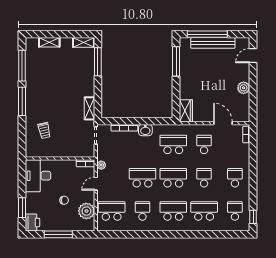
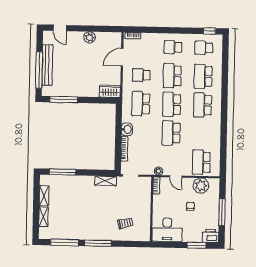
shelving: (84, 42) -> (44, 196), moved
school desk: (204, 178) -> (172, 76), width x1.85
school desk: (142, 211) -> (202, 134), removed

